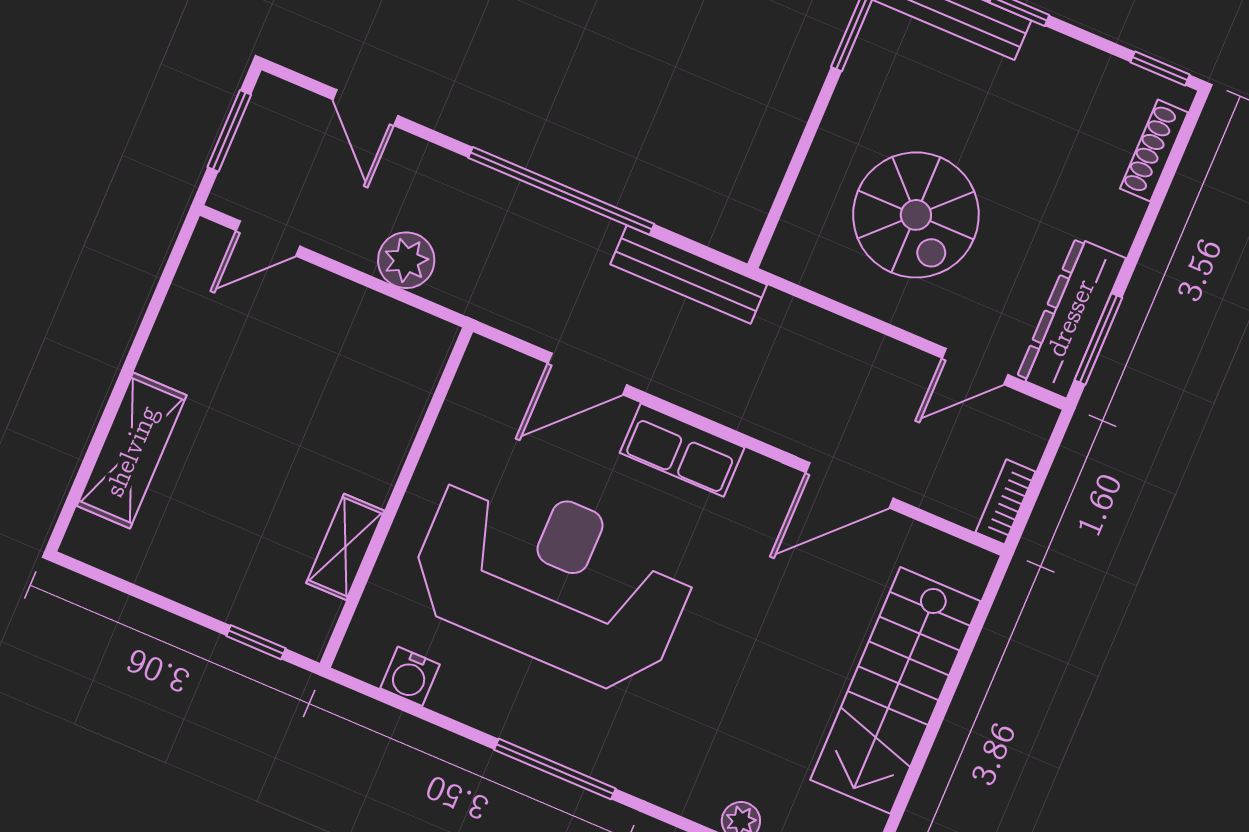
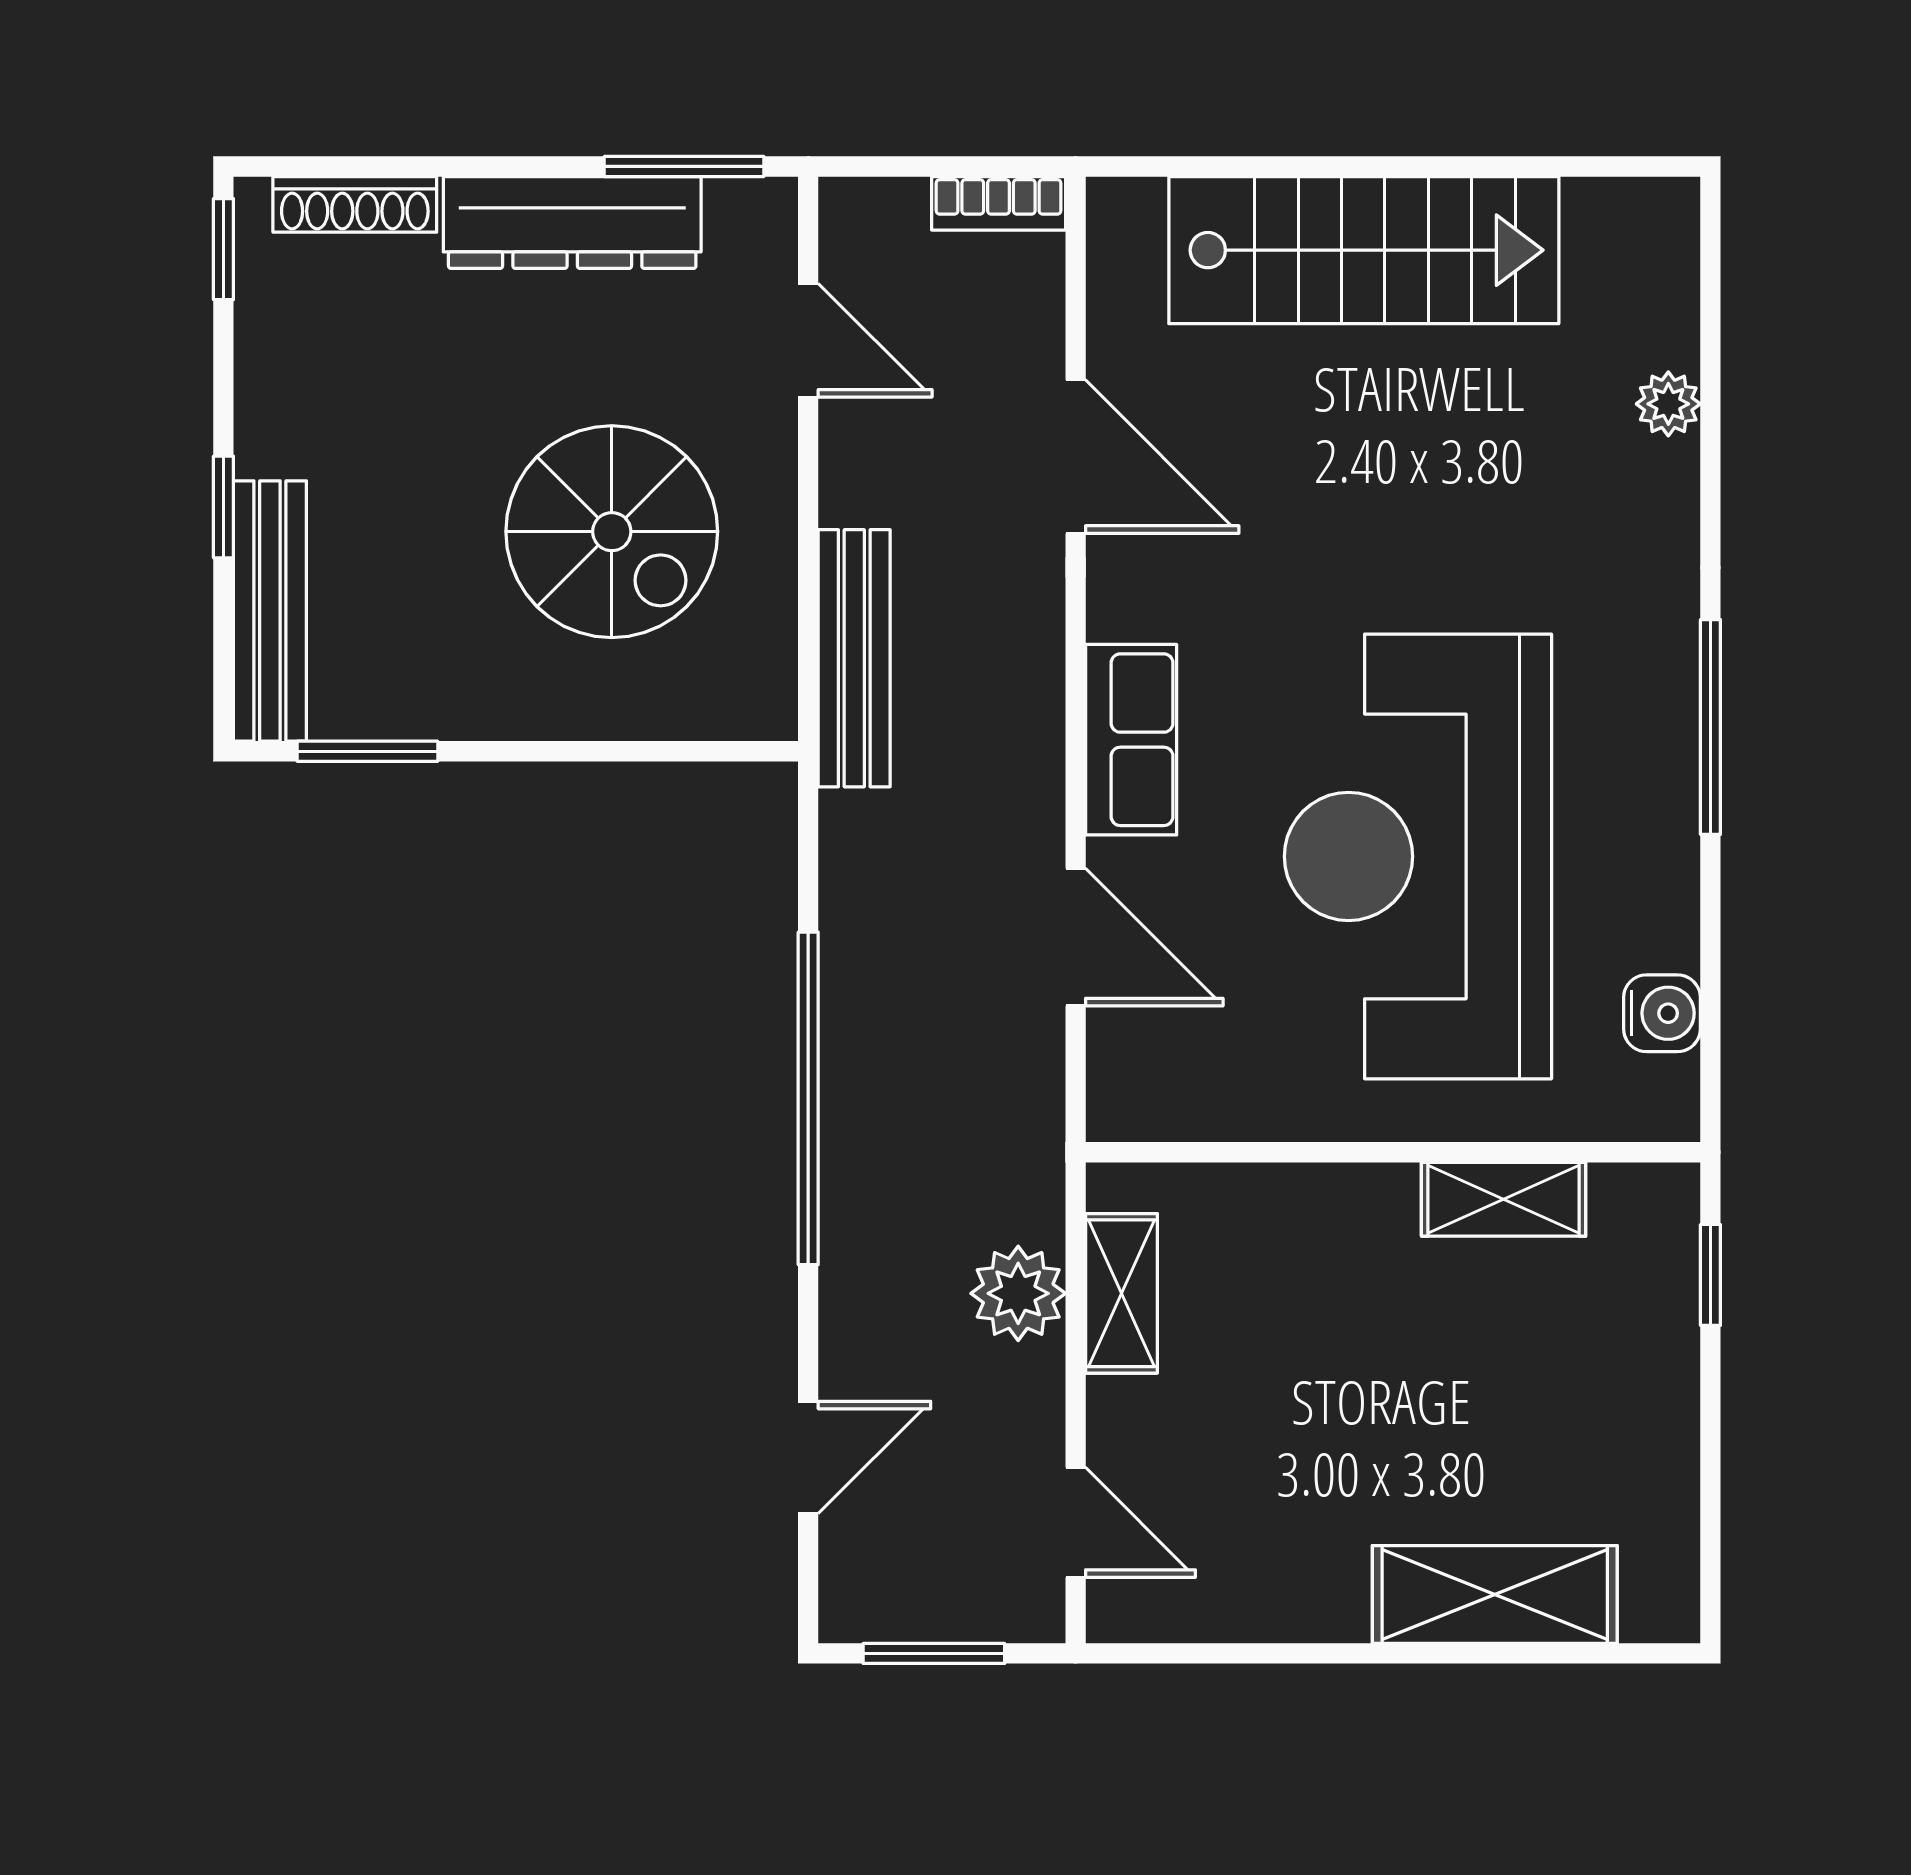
spiral stairs: (916, 215) -> (612, 532), turned 90
bench: (689, 275) -> (854, 658), moved
shelving: (382, 317) -> (1121, 1293), added
dresser: (1071, 318) -> (572, 222), moved

